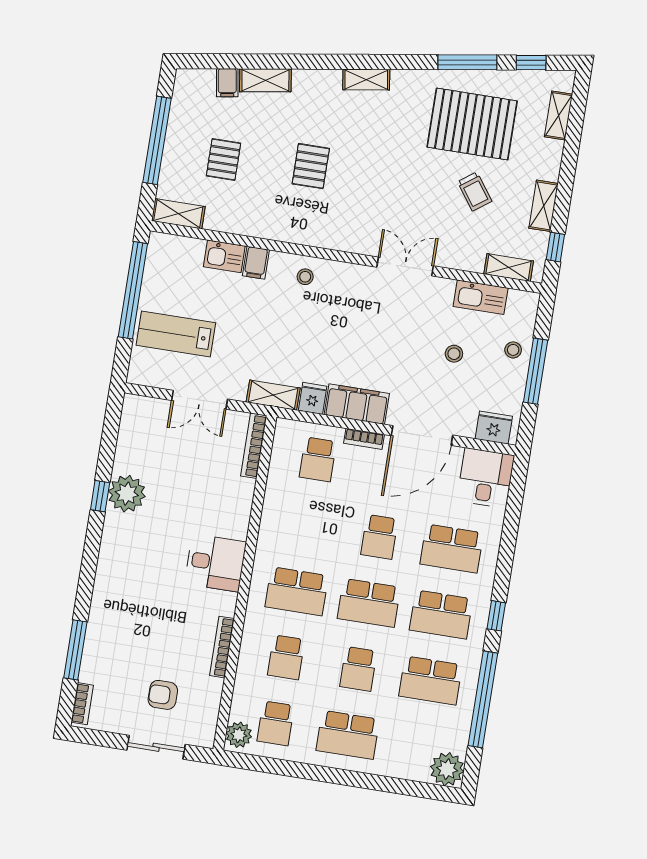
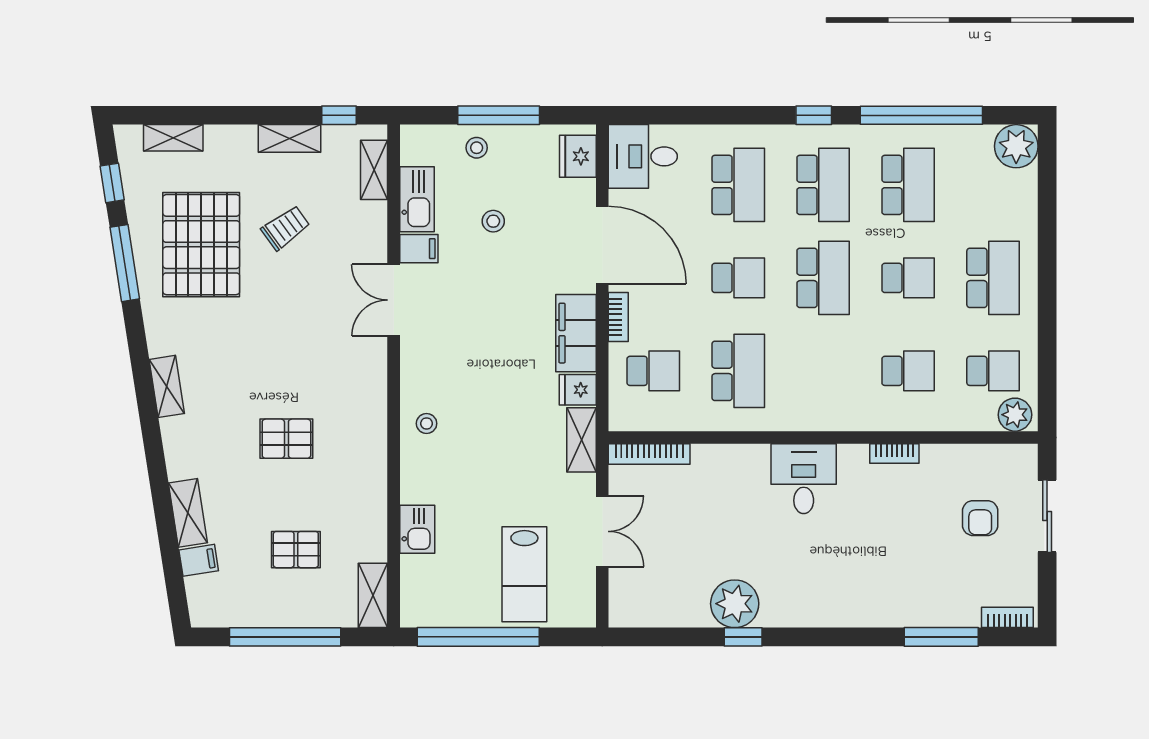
filing cabinet: (256, 263) -> (419, 249), moved
school desk: (297, 591) -> (738, 371), moved
bookcase: (222, 647) -> (894, 453), width x0.64

